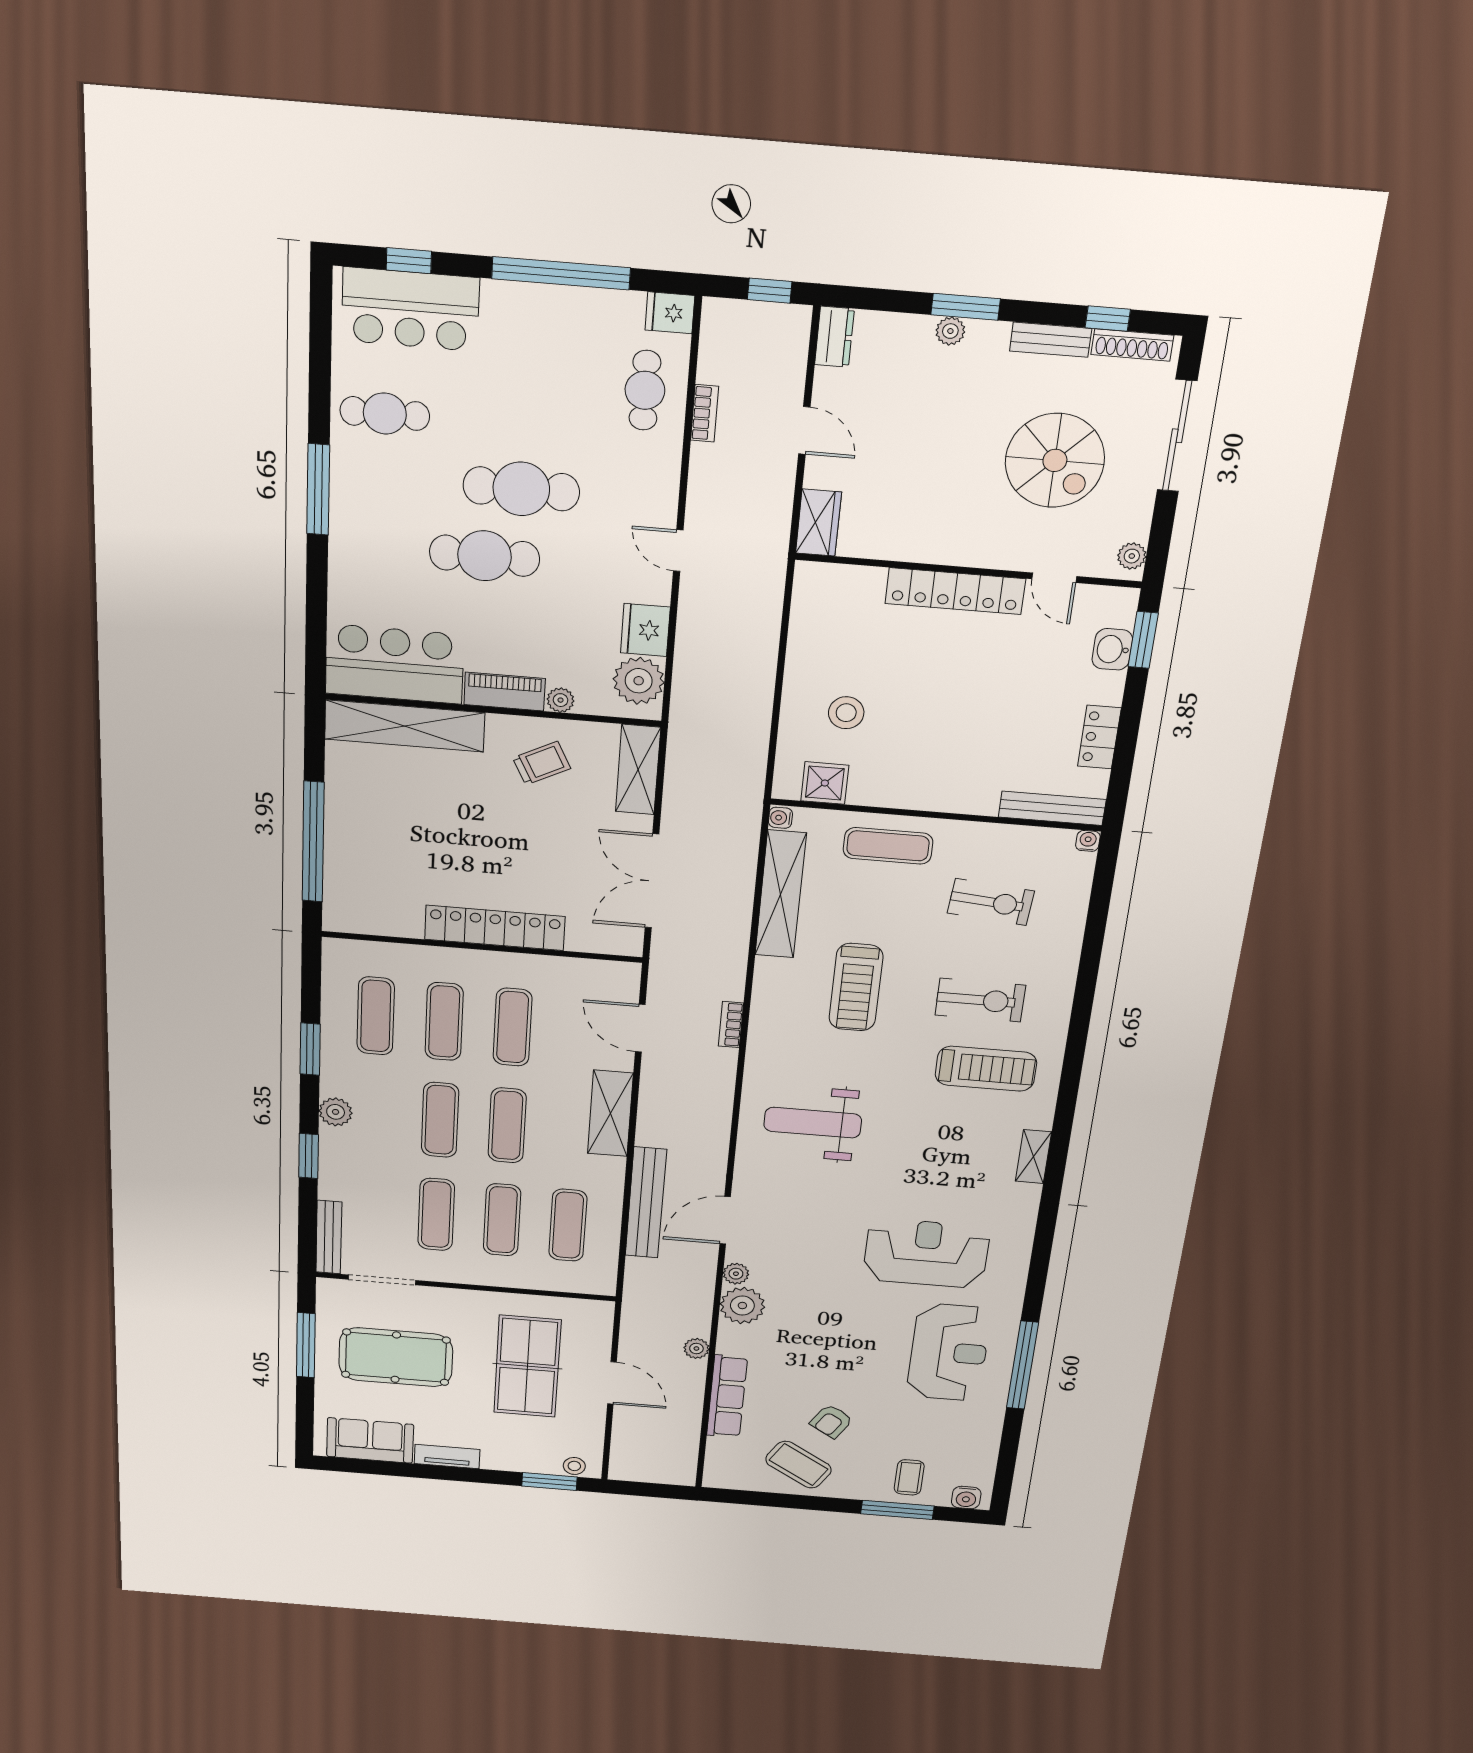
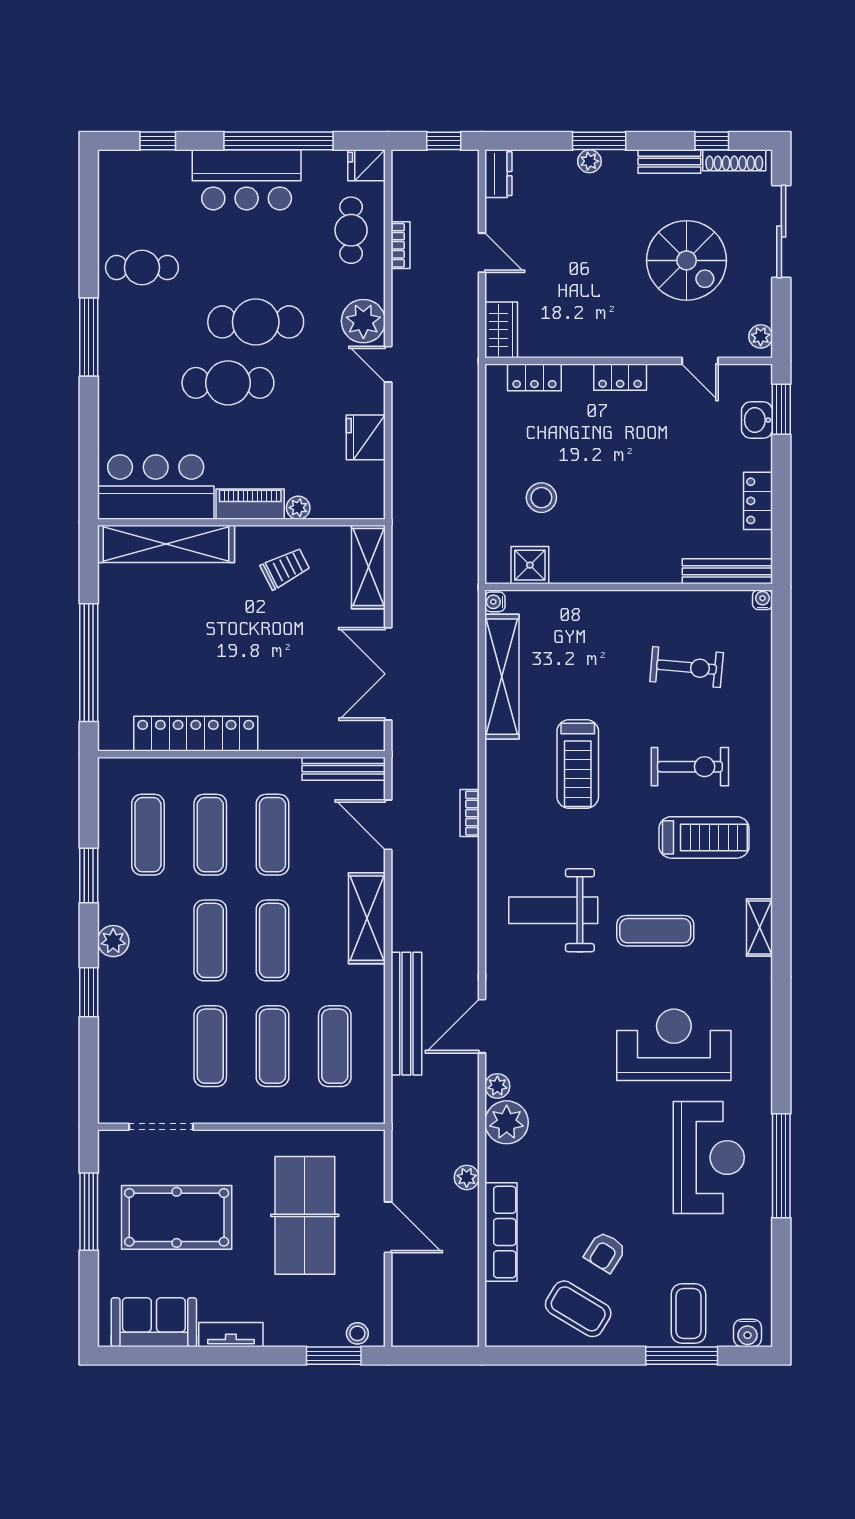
bar counter: (410, 309) -> (247, 180), moved
locker: (853, 580) -> (534, 377), added
locker: (955, 591) -> (620, 377), width x0.46, depth x0.83
plant: (639, 681) -> (363, 321), moved
exercise mat: (888, 846) -> (655, 931), moved
locker: (495, 928) -> (196, 734), moved
bench: (329, 1237) -> (344, 769), moved, turned 90
coffee table: (909, 1477) -> (688, 1313), width x1.36, depth x1.30

